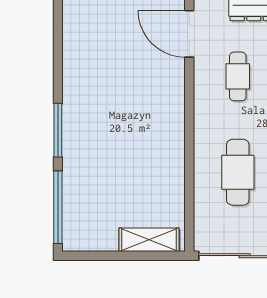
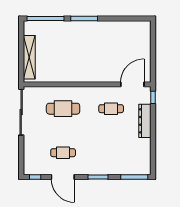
shelving: (149, 240) -> (29, 57), width x1.47

